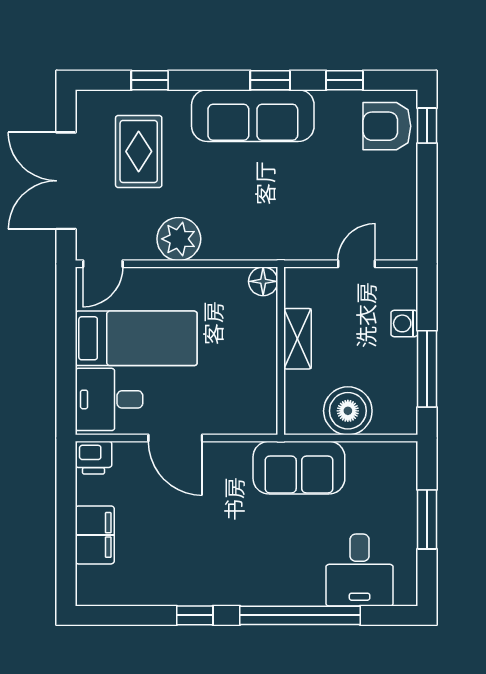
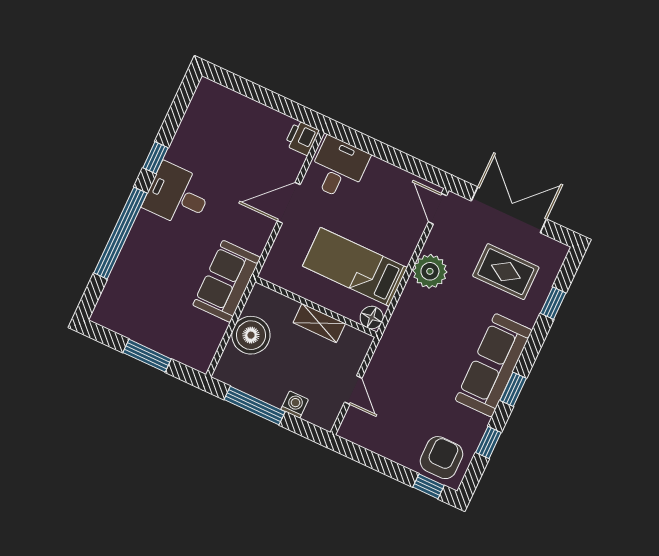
bed: (136, 338) -> (355, 267), moved, turned 90
filing cabinet: (95, 535) -> (246, 113), removed
desk: (360, 570) -> (178, 195), moved

